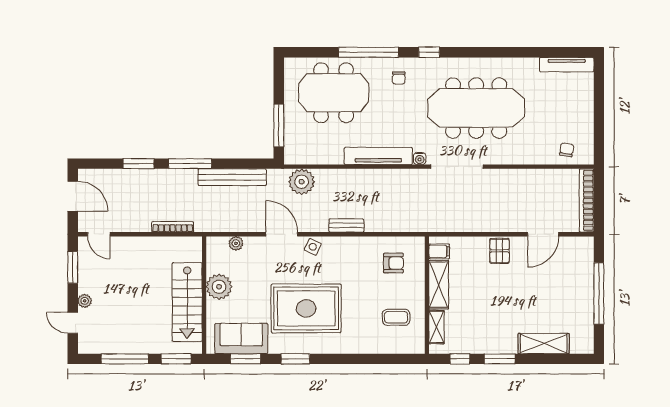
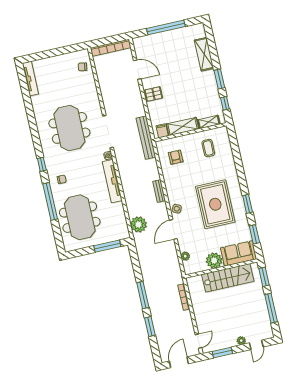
meeting table: (476, 108) -> (69, 128), width x0.73
bench: (232, 177) -> (146, 138), moved
sofa: (241, 339) -> (239, 253), moved, turned 90

